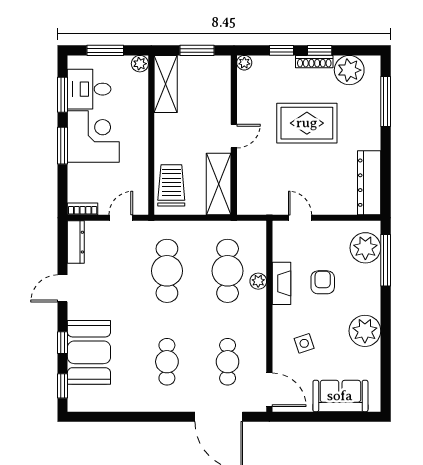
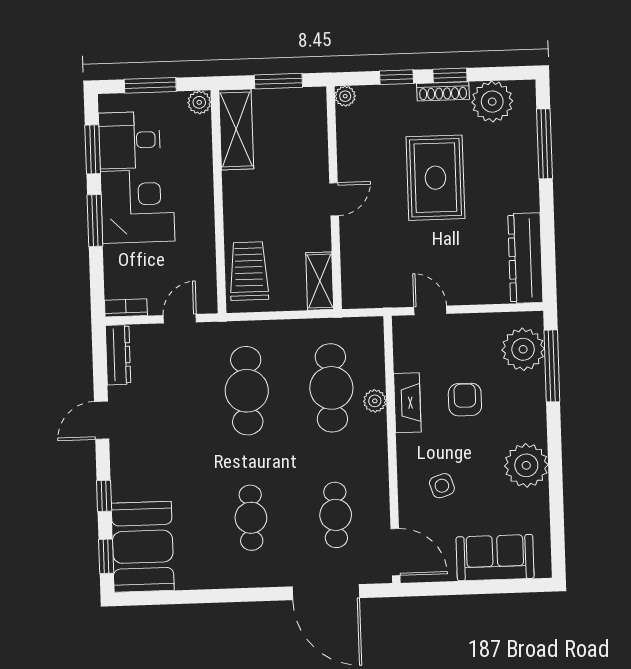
rug: (307, 123) -> (435, 178), turned 90
shelving: (219, 184) -> (320, 281), width x0.67, depth x0.75
booth: (89, 352) -> (143, 547), moved

